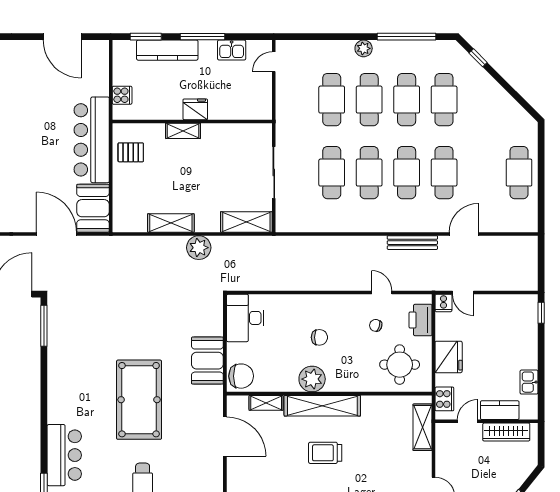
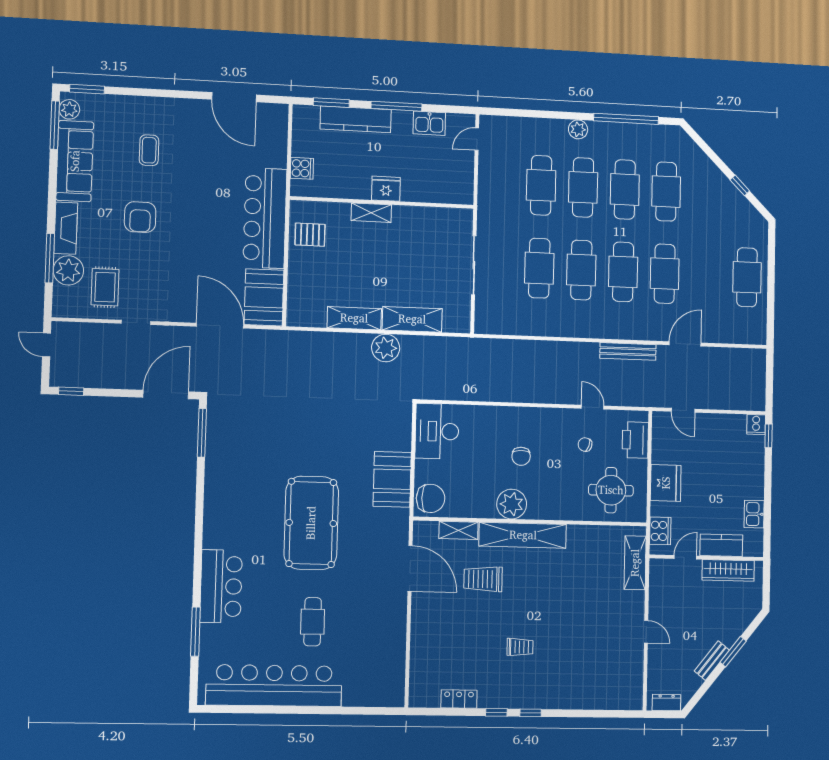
window: (478, 58) -> (740, 185), moved
shelving: (246, 222) -> (412, 319), moved
cooker: (443, 303) -> (756, 425), moved
chair: (319, 337) -> (521, 456), turned 90
trolley: (325, 453) -> (483, 579), moved

